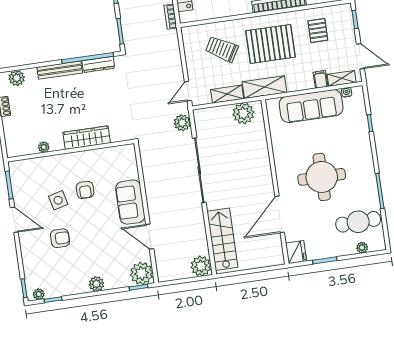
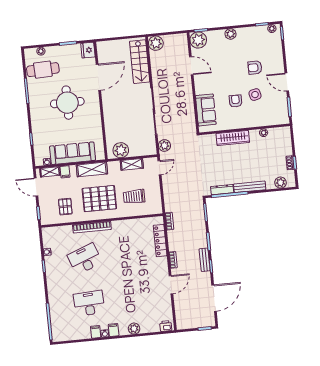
trolley: (222, 49) -> (134, 196), turned 150
shelving: (265, 87) -> (92, 169), moved
sofa: (130, 202) -> (206, 110), moved

